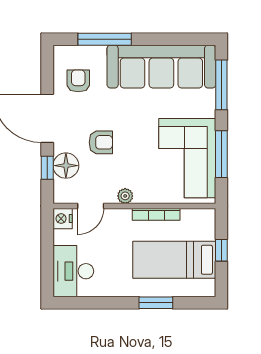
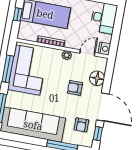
window: (47, 168) -> (98, 134), moved

